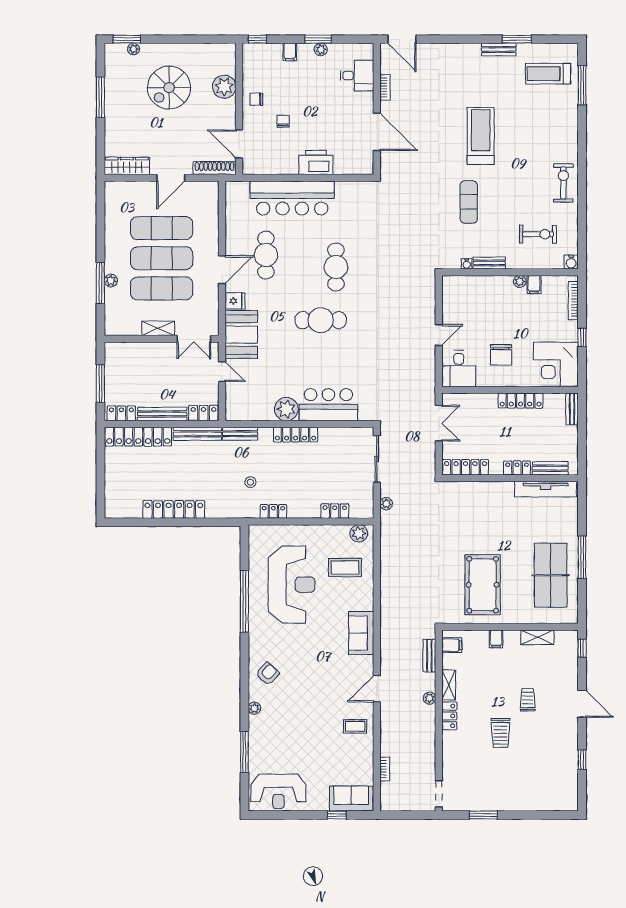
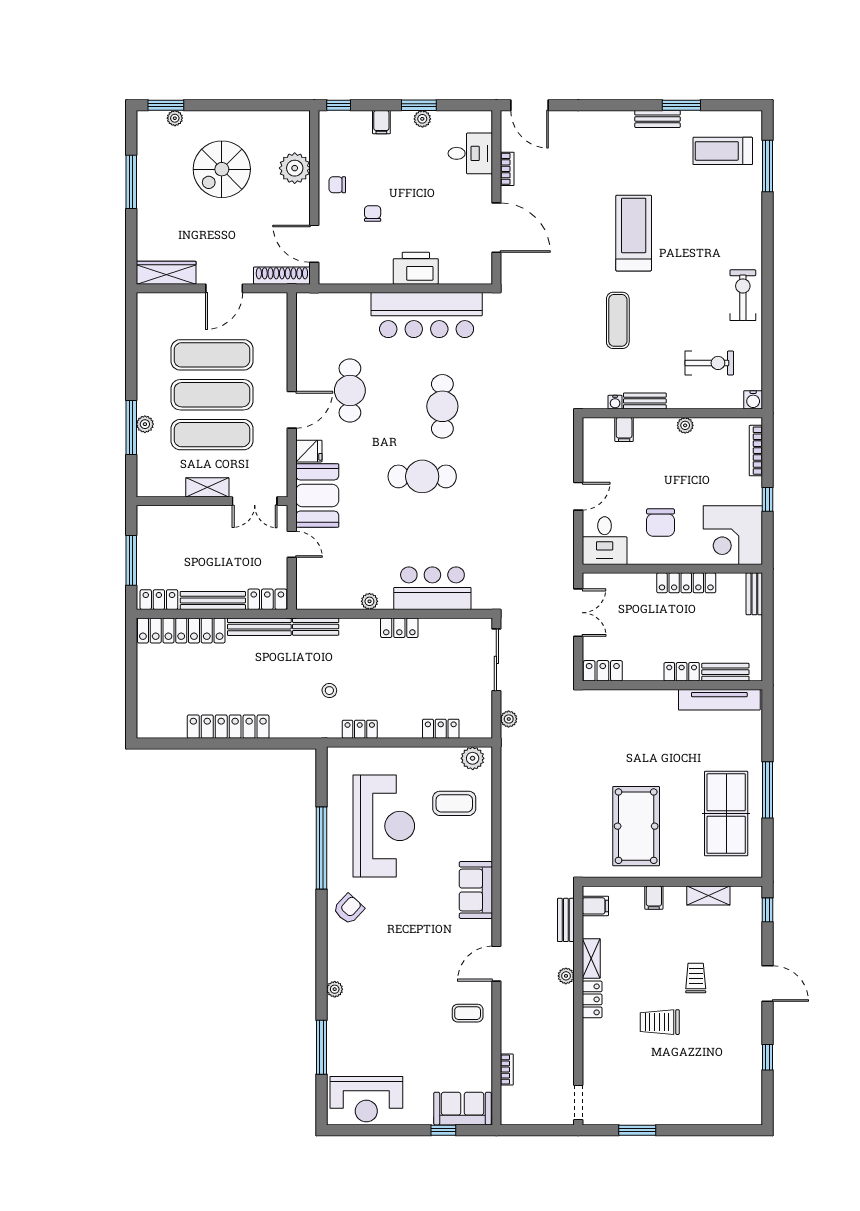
bar counter: (292, 198) -> (427, 315), moved
filing cabinet: (534, 284) -> (624, 429), moved
plant: (286, 409) -> (369, 601), width x0.53, depth x0.53
locker: (296, 435) -> (399, 628), width x0.66
locker: (466, 467) -> (603, 671), width x0.66
armchair: (267, 674) -> (349, 909), moved
trolley: (500, 733) -> (660, 1022), turned 90

